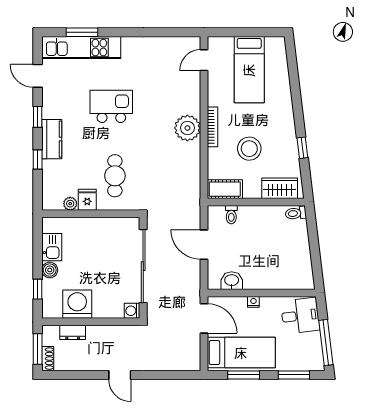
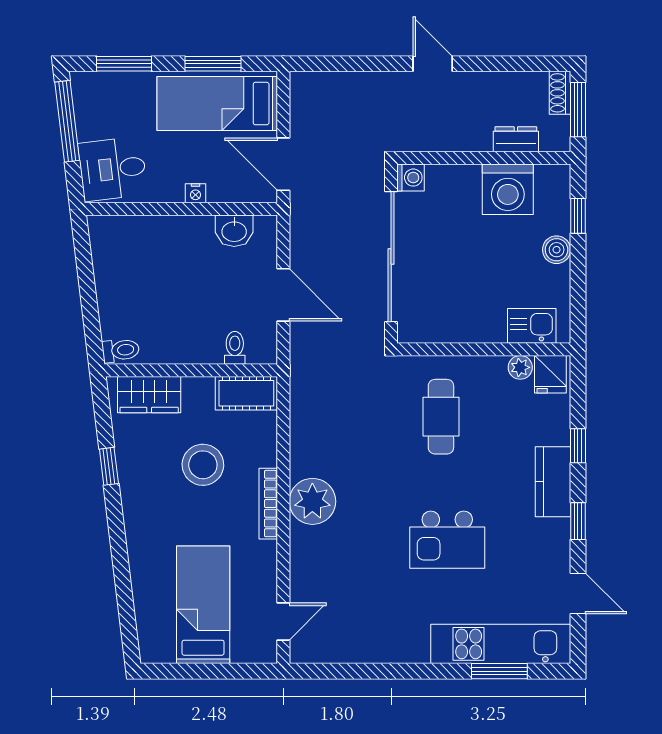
fridge: (87, 200) -> (550, 374), moved
kitchen sink: (52, 247) -> (532, 326), moved, turned 90

